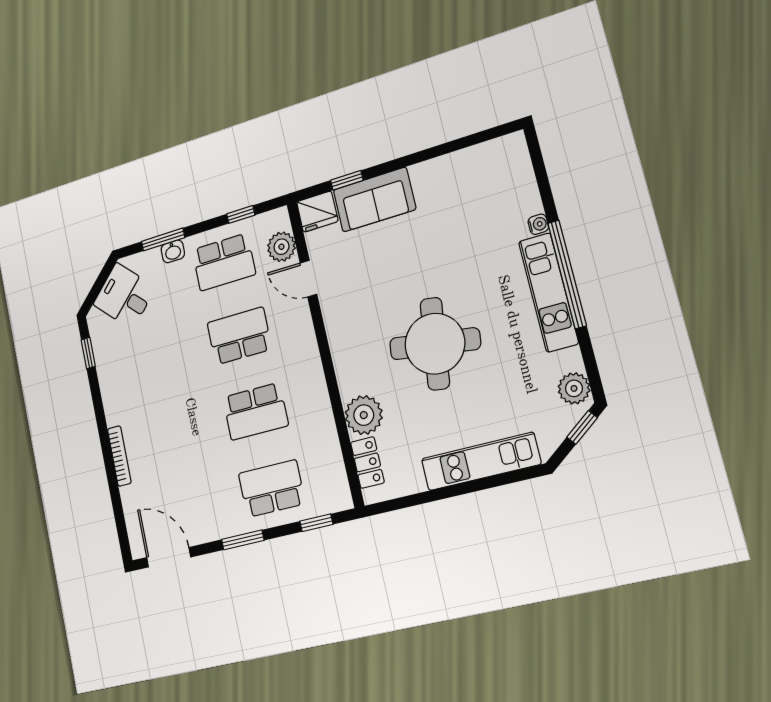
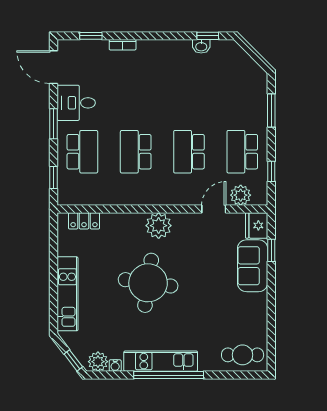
cafe table: (508, 173) -> (243, 355), added
water cooler: (538, 224) -> (115, 366), moved
washbasin: (173, 251) -> (201, 46), moved, turned -90
desk: (124, 296) -> (76, 103), moved, turned -135
school desk: (239, 336) -> (189, 152), turned 180
plant: (364, 415) -> (159, 226), moved
bookcase: (119, 456) -> (123, 45), width x0.64
window: (119, 514) -> (91, 36), added
door: (169, 557) -> (53, 67), swing flipped

